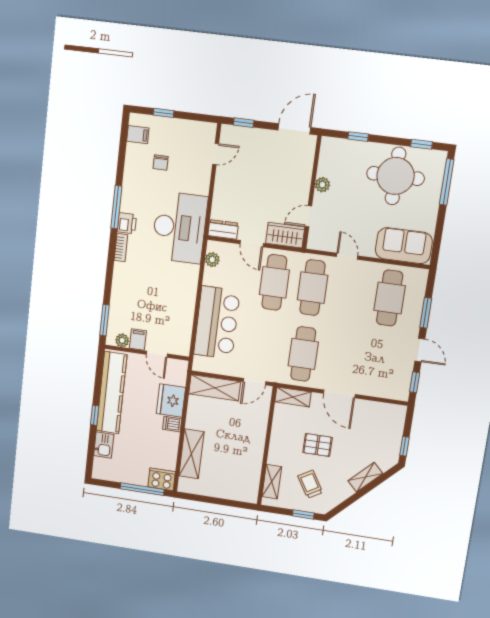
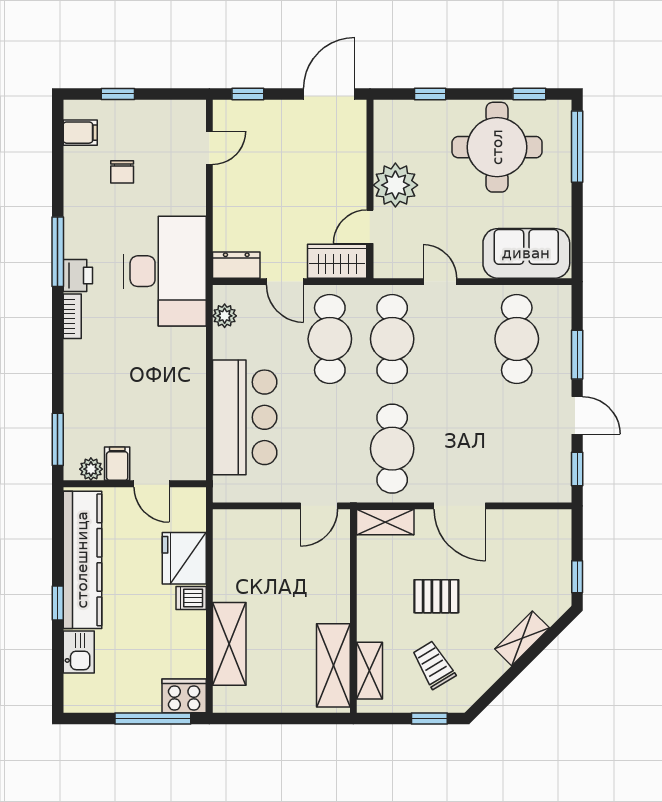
plant: (322, 185) -> (395, 185), width x1.88, depth x1.88
shelving: (215, 388) -> (333, 665), moved, turned 90

